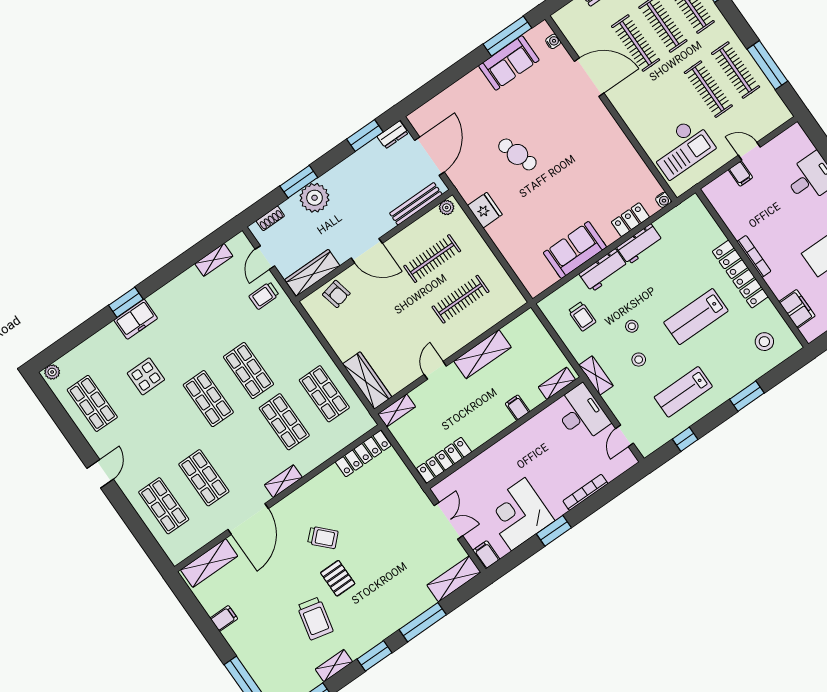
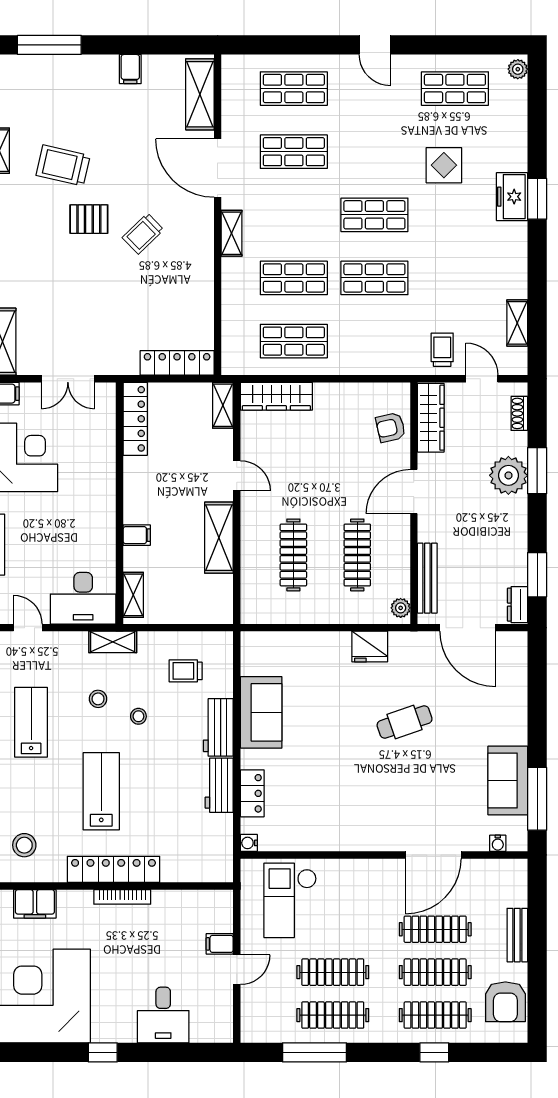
locker: (363, 454) -> (177, 363), moved, turned 90

